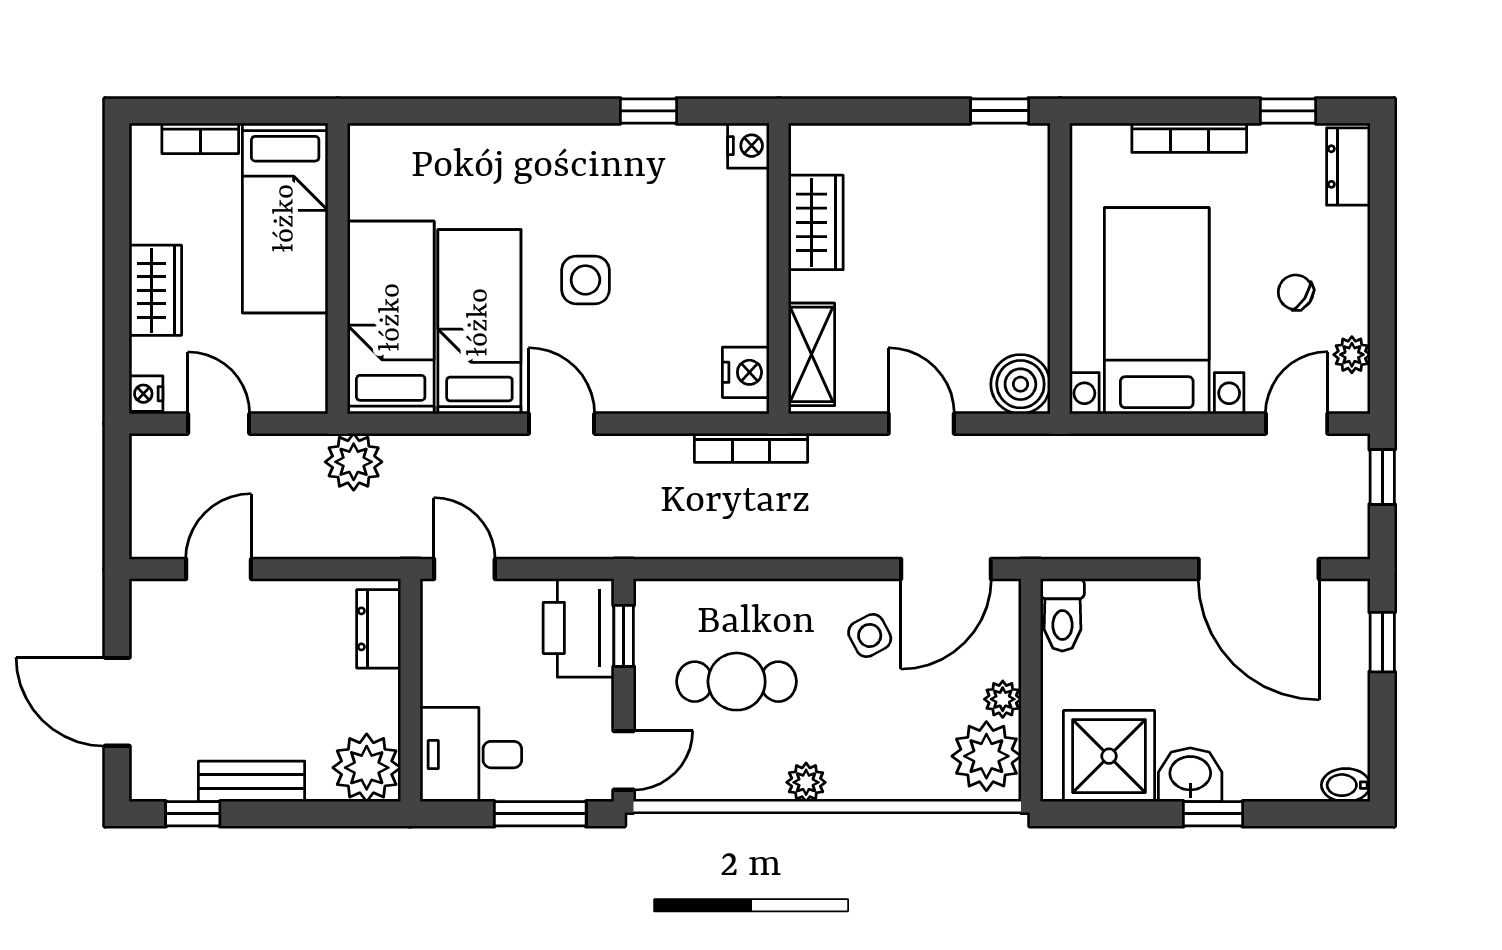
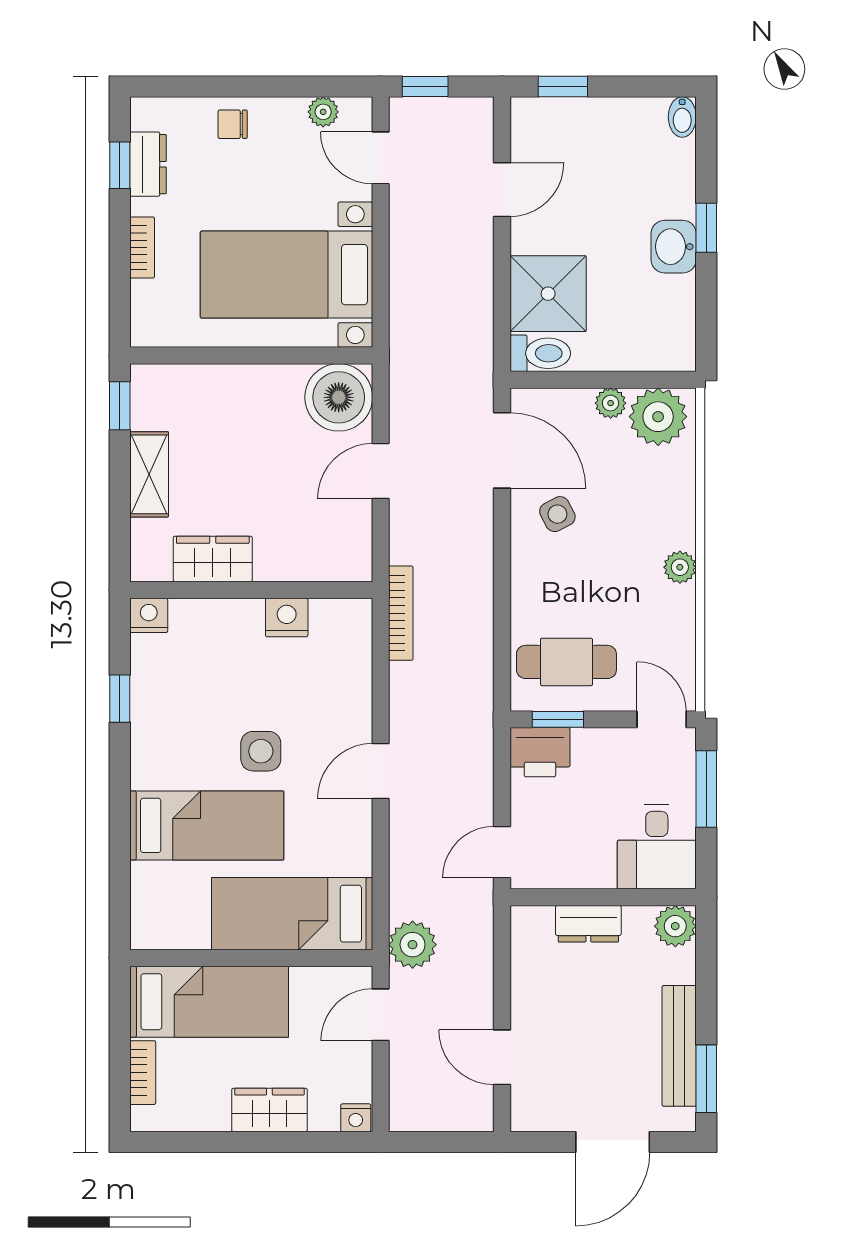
bookcase: (1189, 138) -> (142, 248), width x0.64
dresser: (1348, 167) -> (148, 164), moved, turned -90
chair: (1296, 292) -> (233, 124), moved, turned 57
bed: (479, 322) -> (207, 825), moved, turned 180
shelving: (811, 354) -> (149, 474), moved, turned 90
nightstand: (746, 372) -> (287, 617), moved
boiler: (1020, 384) -> (339, 397), width x1.37, depth x1.37
door: (219, 424) -> (381, 1015), moved
door: (1259, 569) -> (502, 190), width x0.53
printer: (579, 628) -> (540, 752), width x0.73, depth x0.84
dresser: (379, 629) -> (588, 924), moved
cafe table: (737, 682) -> (566, 662), moved, turned 90
shower: (1109, 756) -> (548, 294), moved
plant: (367, 768) -> (675, 926), width x0.73, depth x0.73
bench: (252, 781) -> (679, 1046), width x1.36
window: (193, 814) -> (706, 1079), width x1.50

